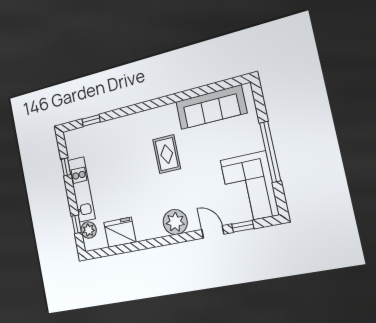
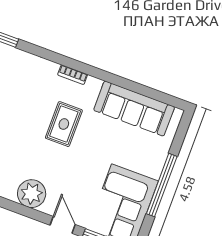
bookcase: (151, 114) -> (73, 75), added

